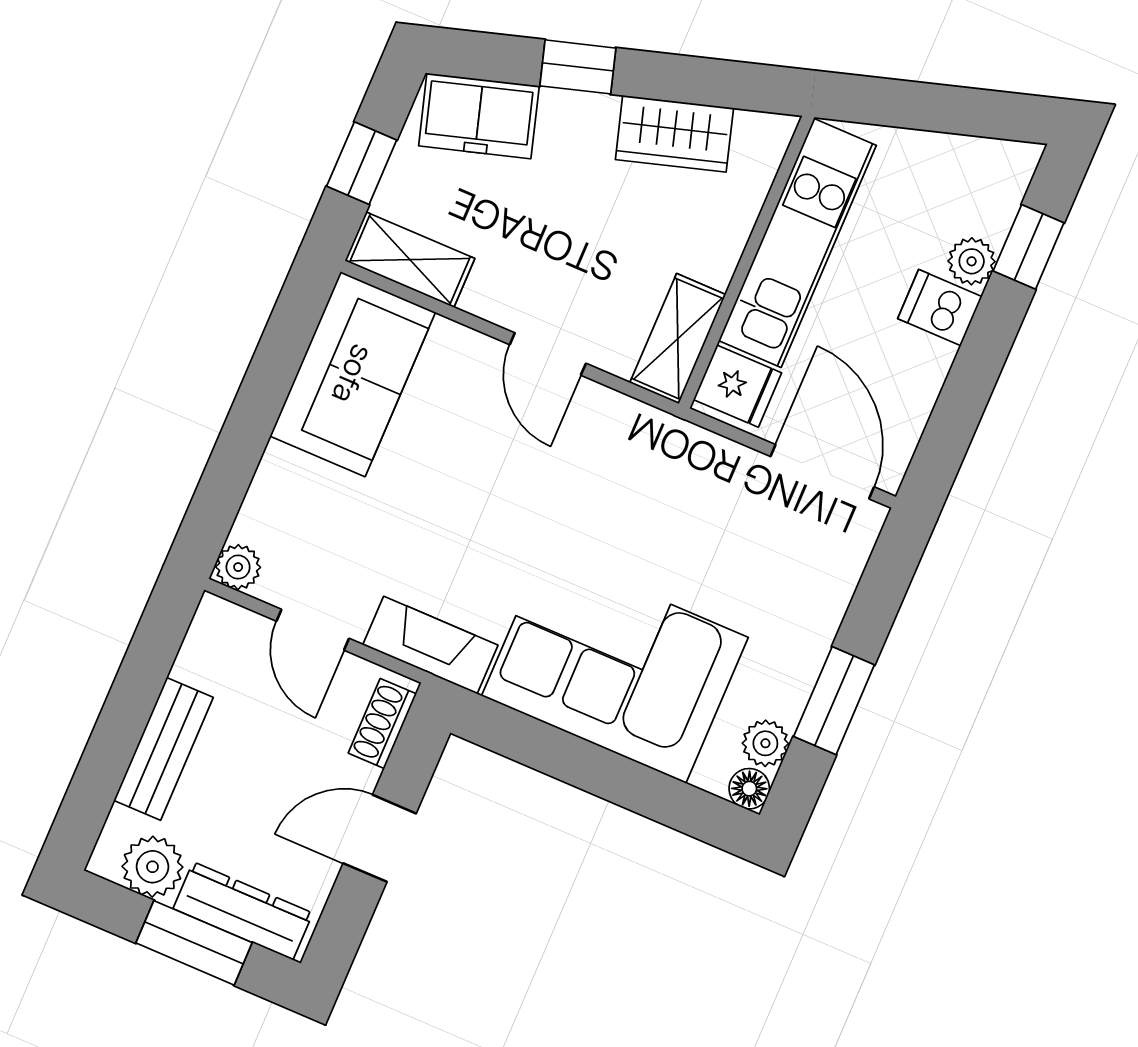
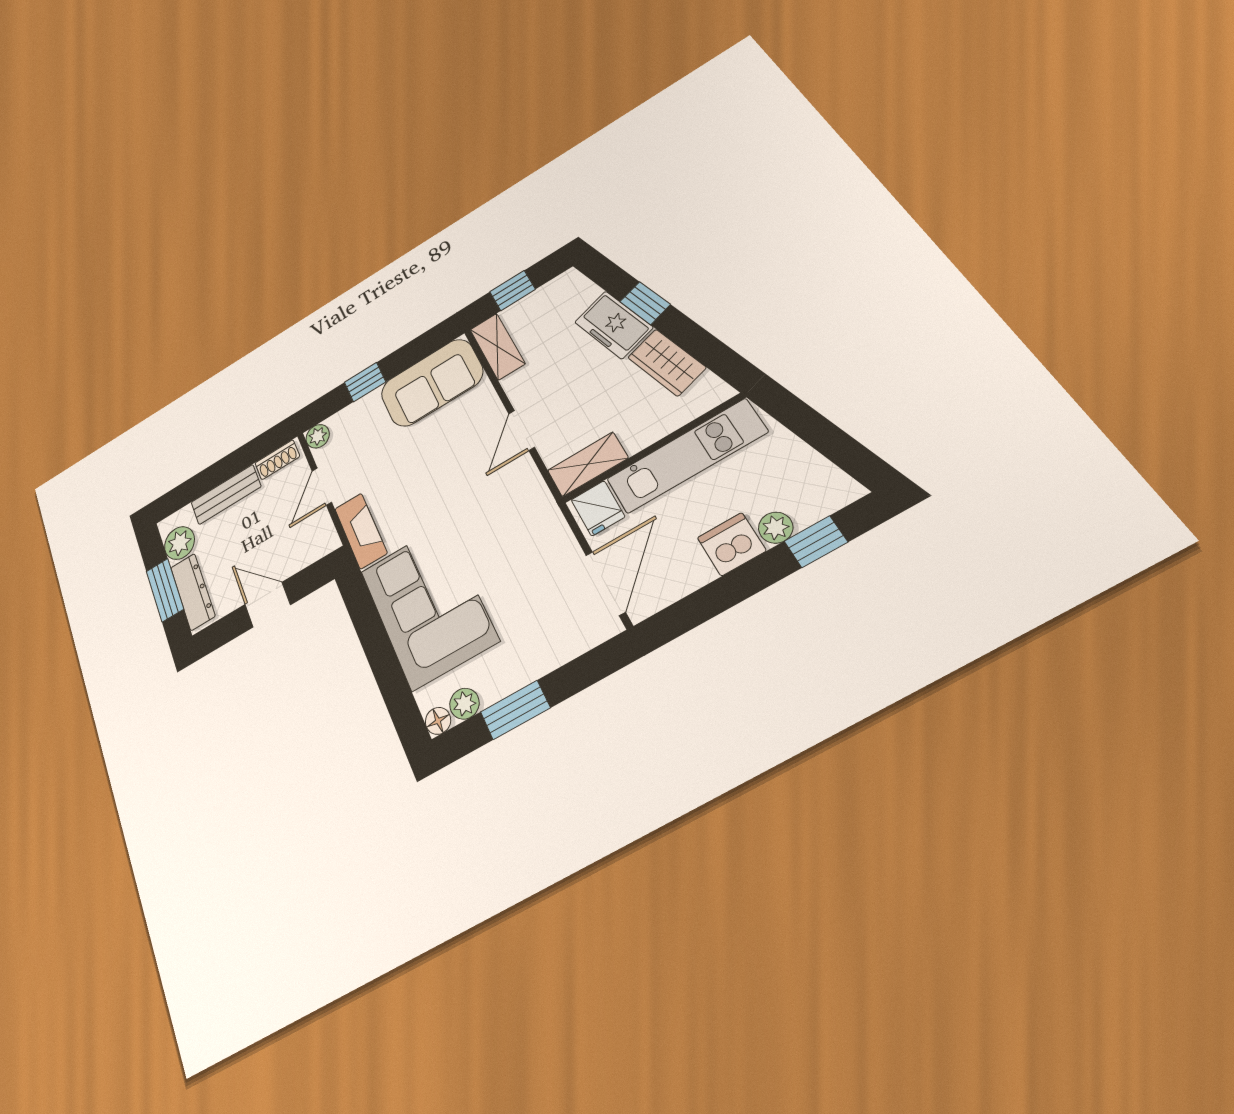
freezer: (479, 116) -> (614, 325), moved
dishwasher: (940, 308) -> (732, 544), width x1.38
window: (243, 441) -> (365, 382), added
shoe rack: (382, 724) -> (277, 460), moved, turned 180

